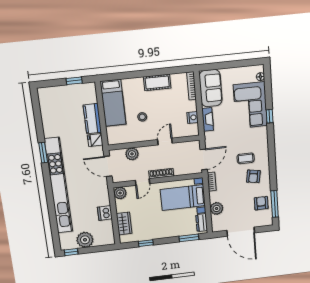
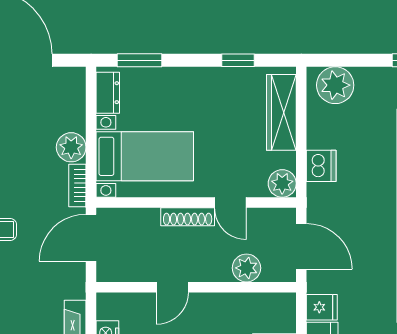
door: (143, 182) -> (230, 203), swing flipped
plant: (217, 208) -> (71, 147), moved
dishwasher: (105, 213) -> (321, 166), moved
wardrobe: (124, 224) -> (281, 112), width x1.50
plant: (85, 240) -> (335, 85), moved

